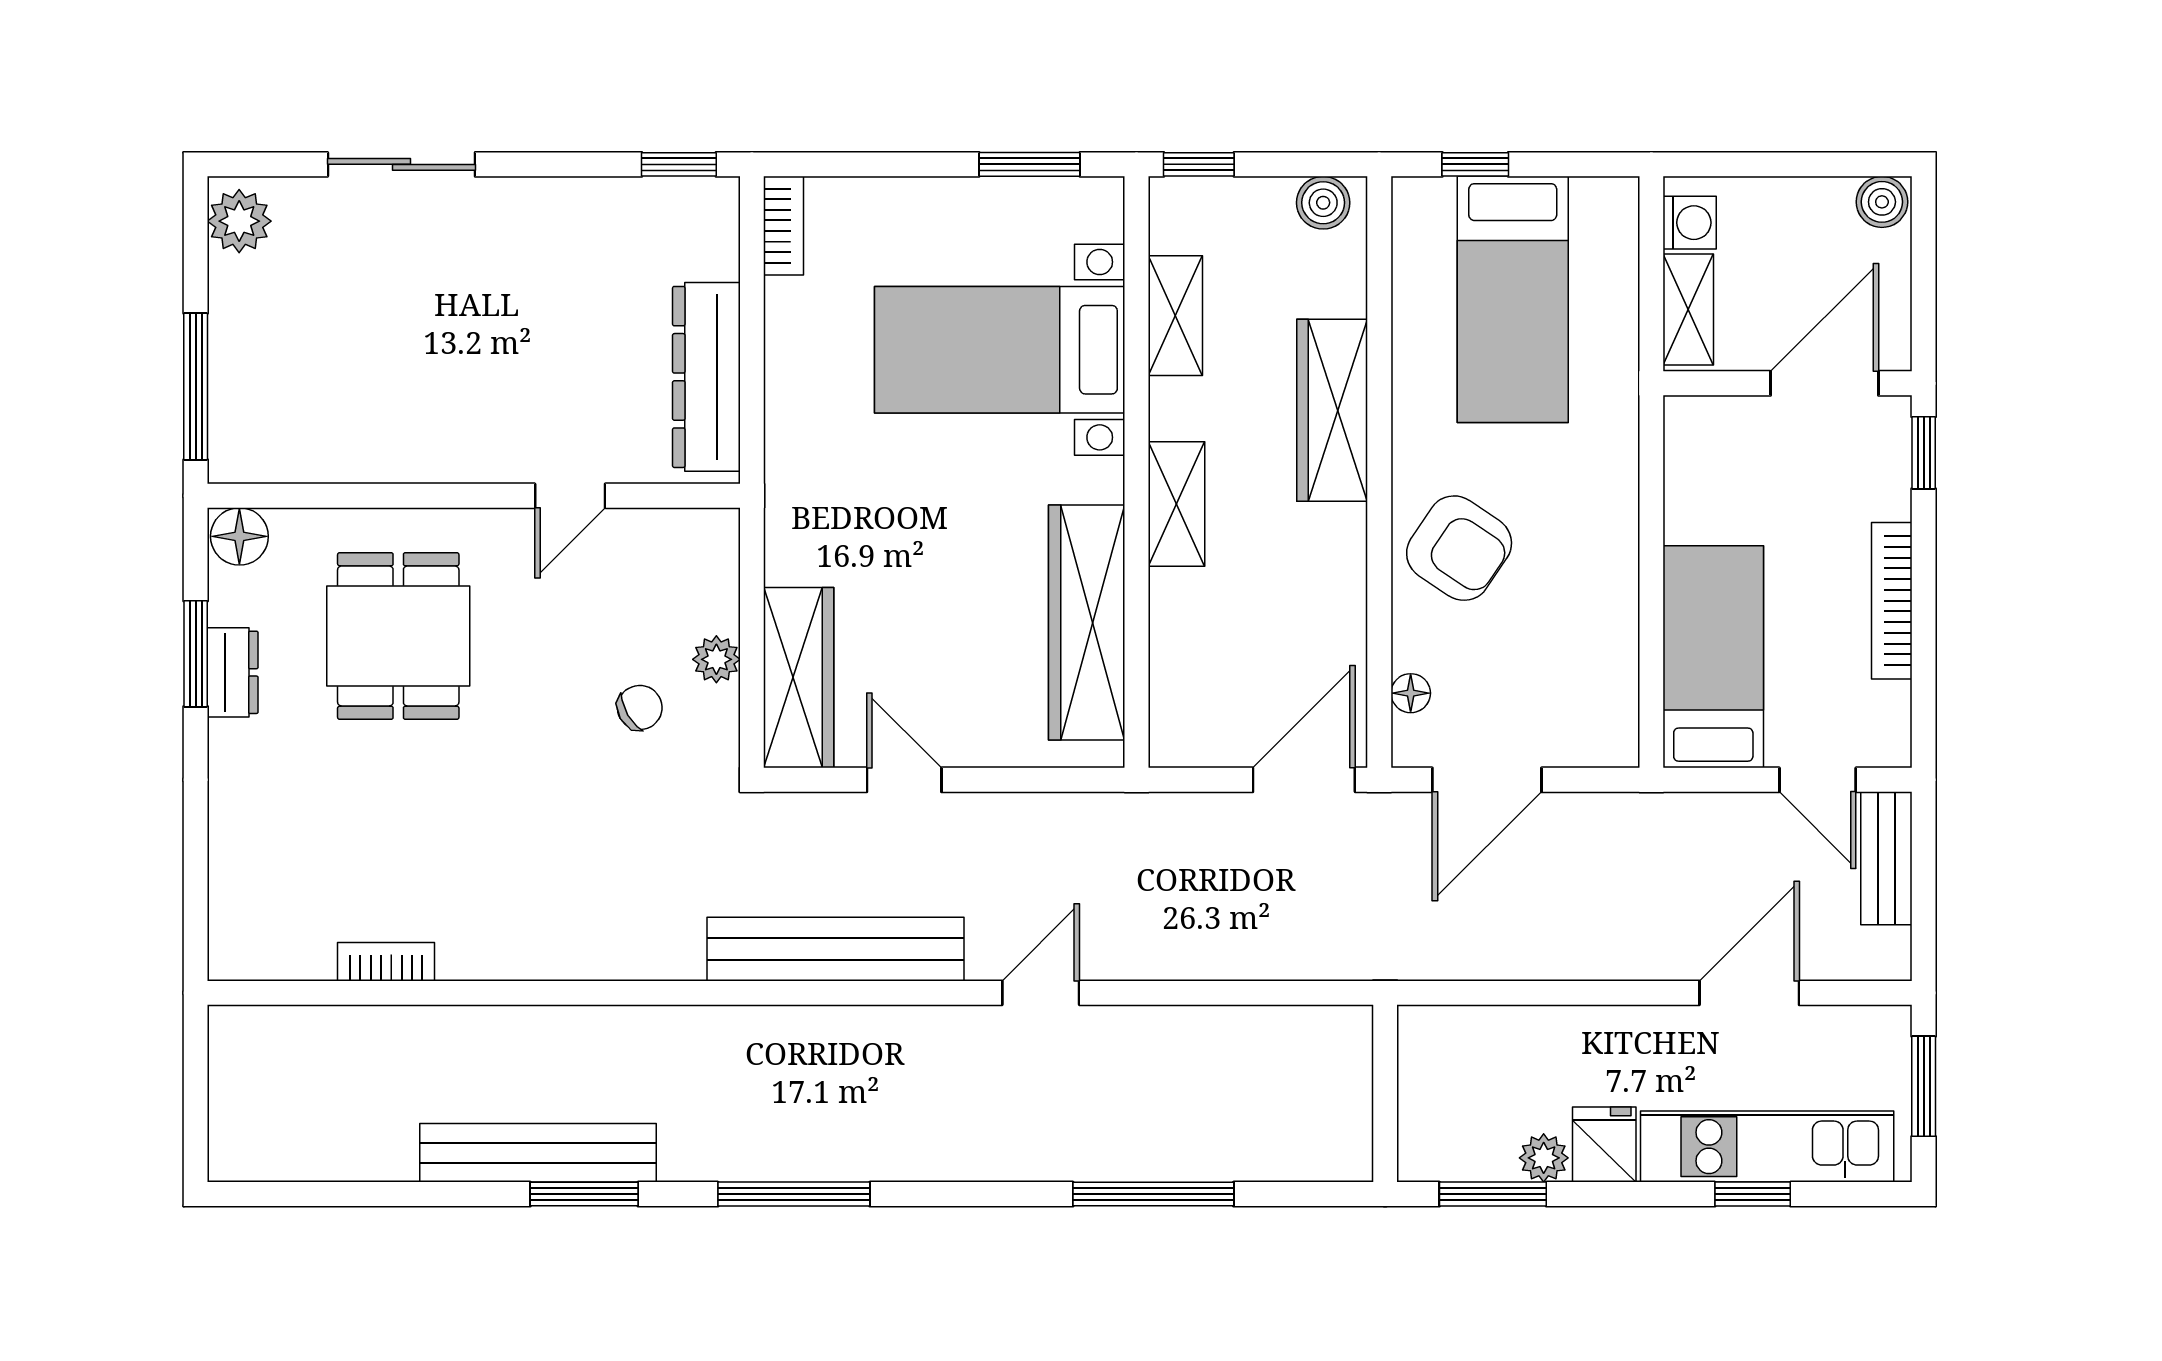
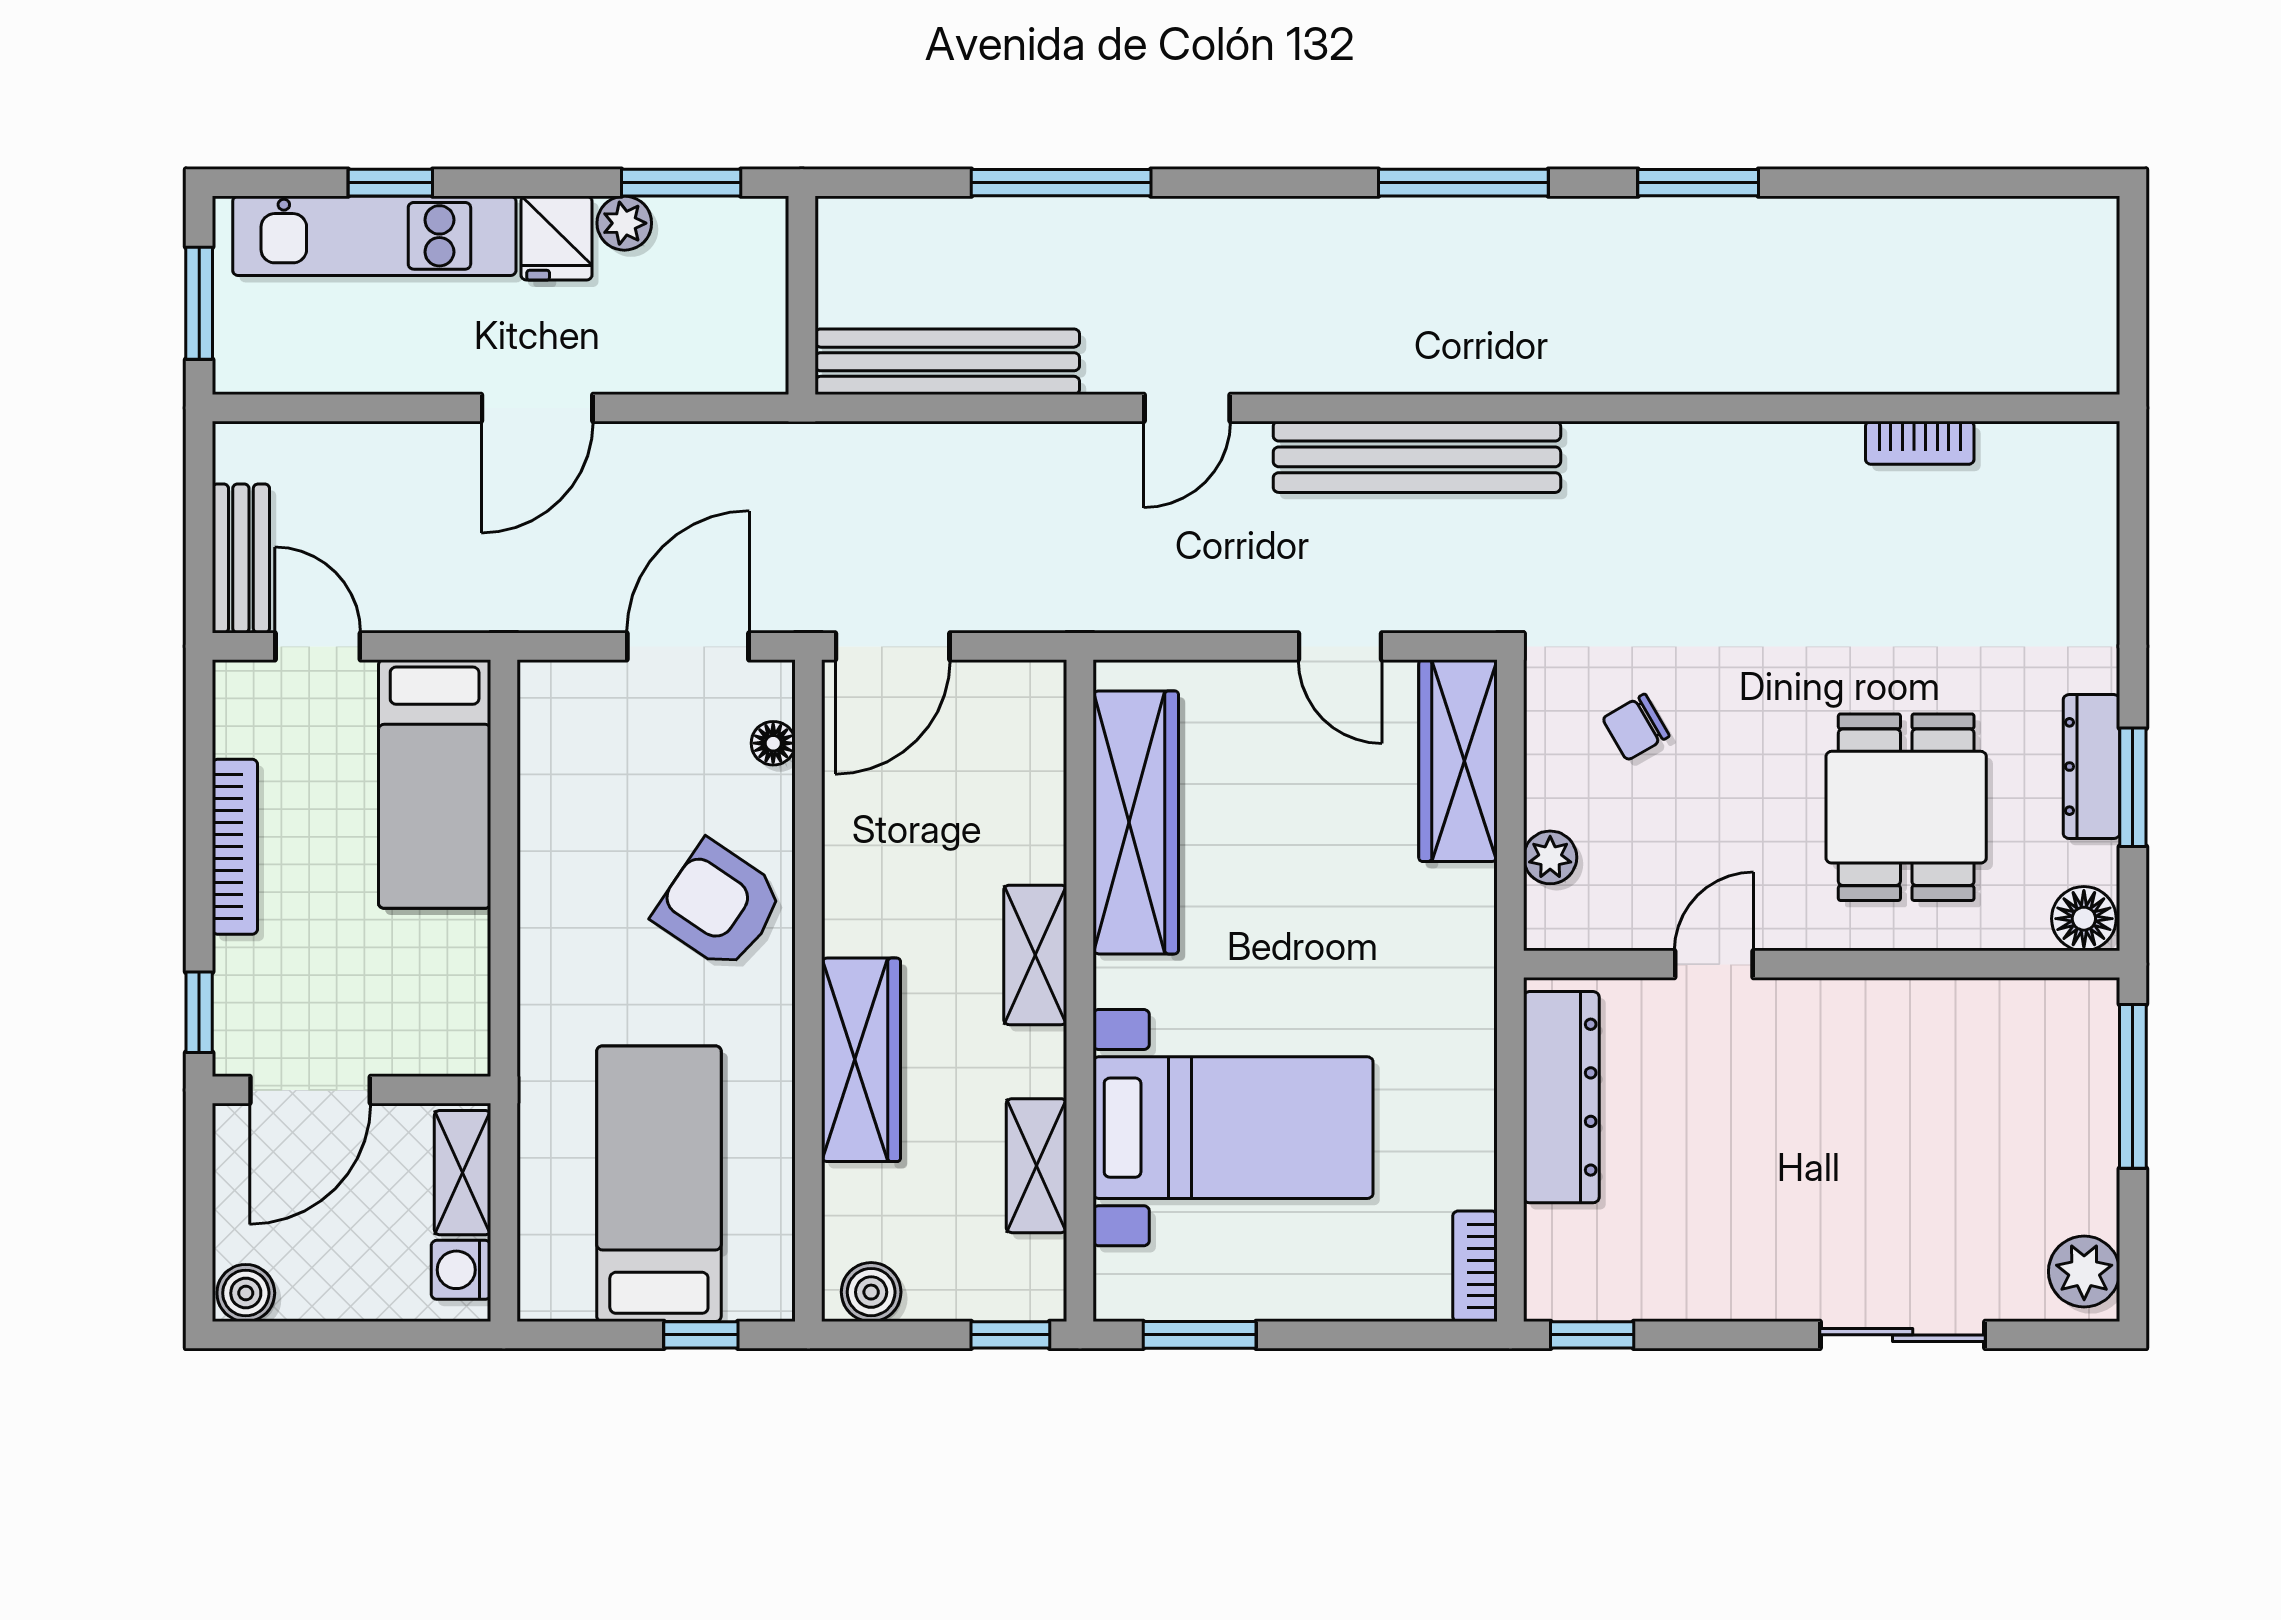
plant: (716, 659) -> (1550, 857), moved
dresser: (233, 672) -> (2091, 767), width x1.44
door: (1749, 993) -> (537, 408), moved
bench: (538, 1153) -> (947, 362), moved

